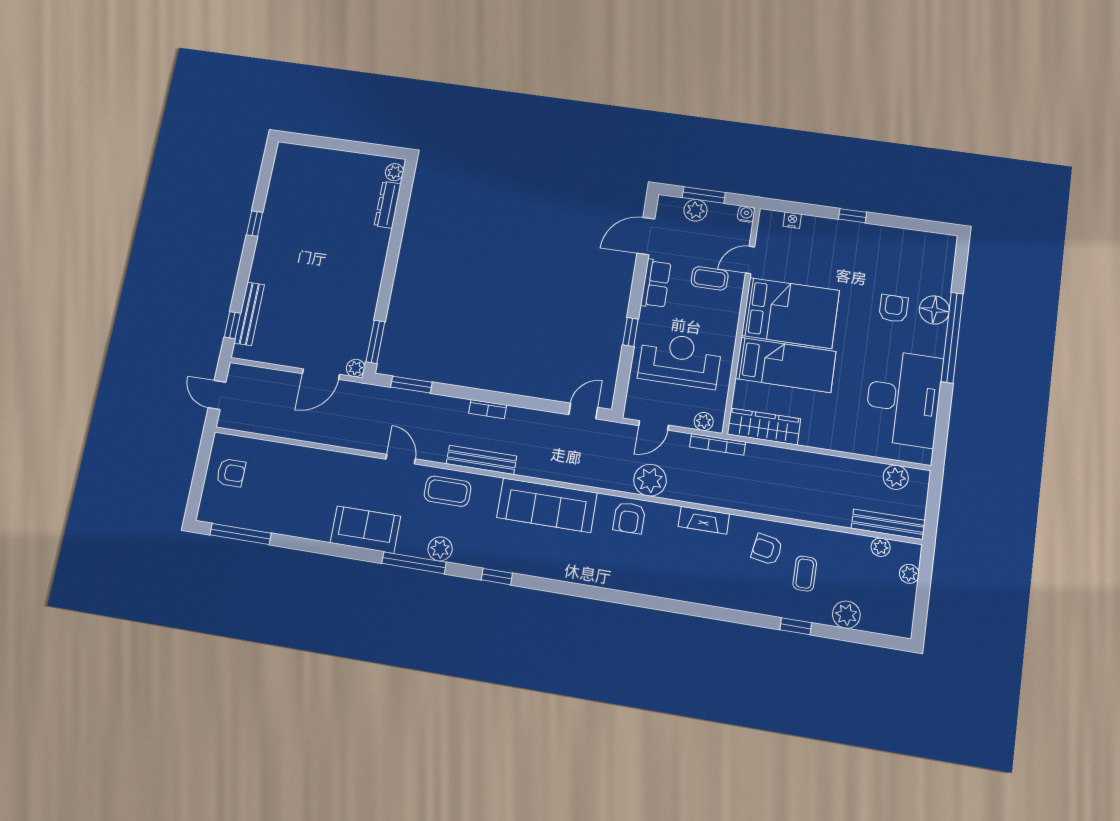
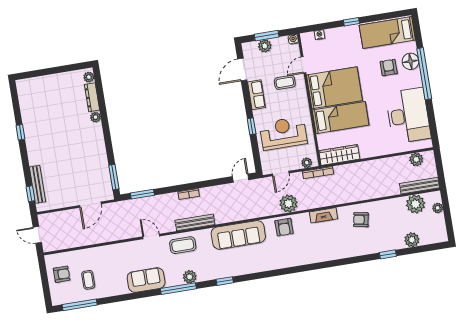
bed: (908, 251) -> (387, 33), added
plant: (356, 368) -> (96, 117), moved
plant: (881, 547) -> (415, 204), width x1.88, depth x1.88
coffee table: (805, 574) -> (88, 280), moved

